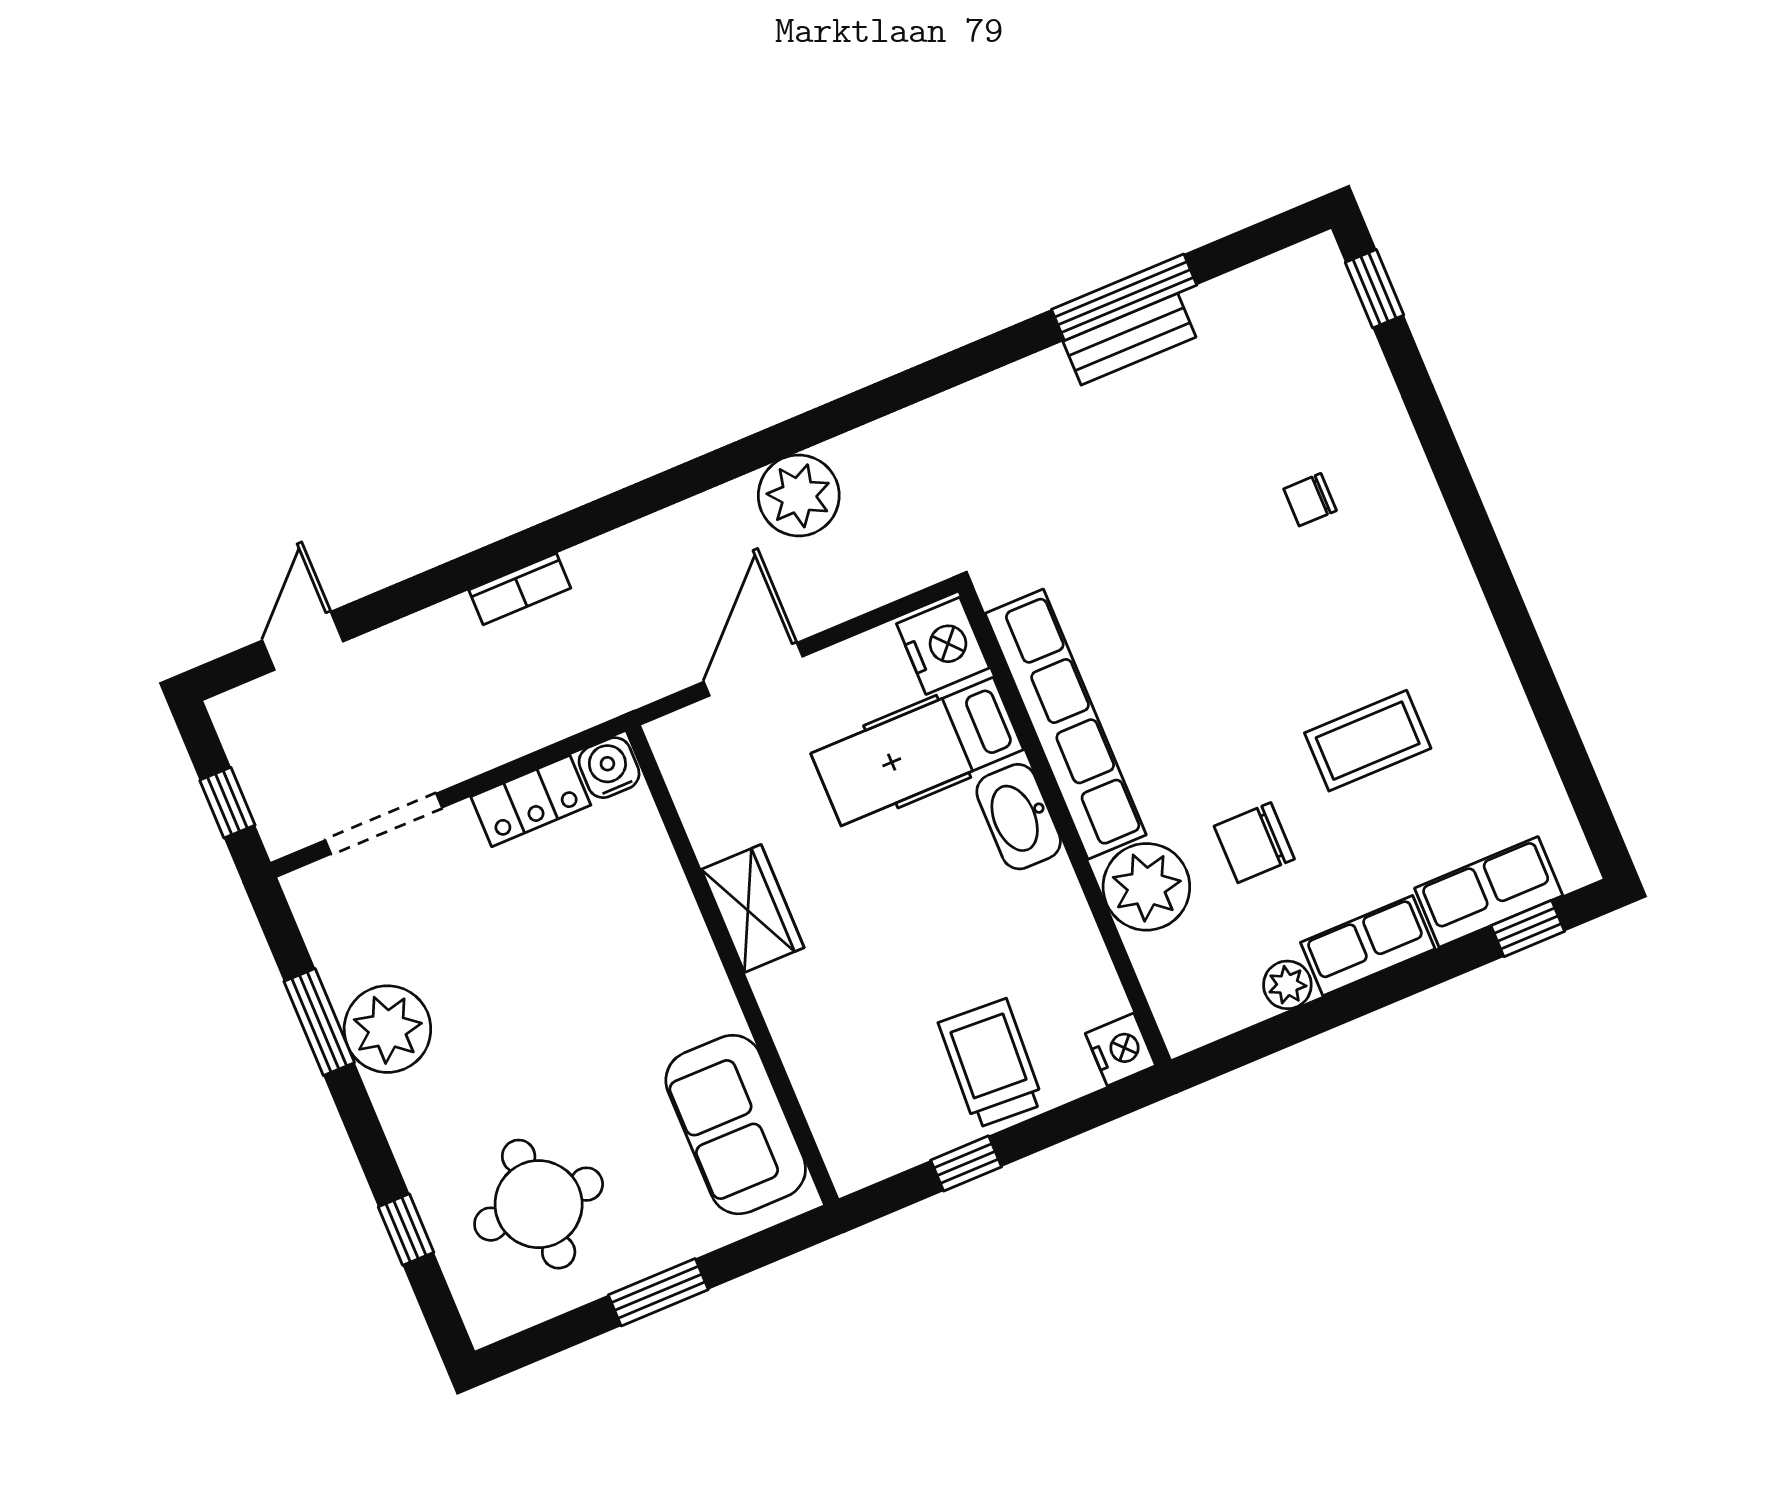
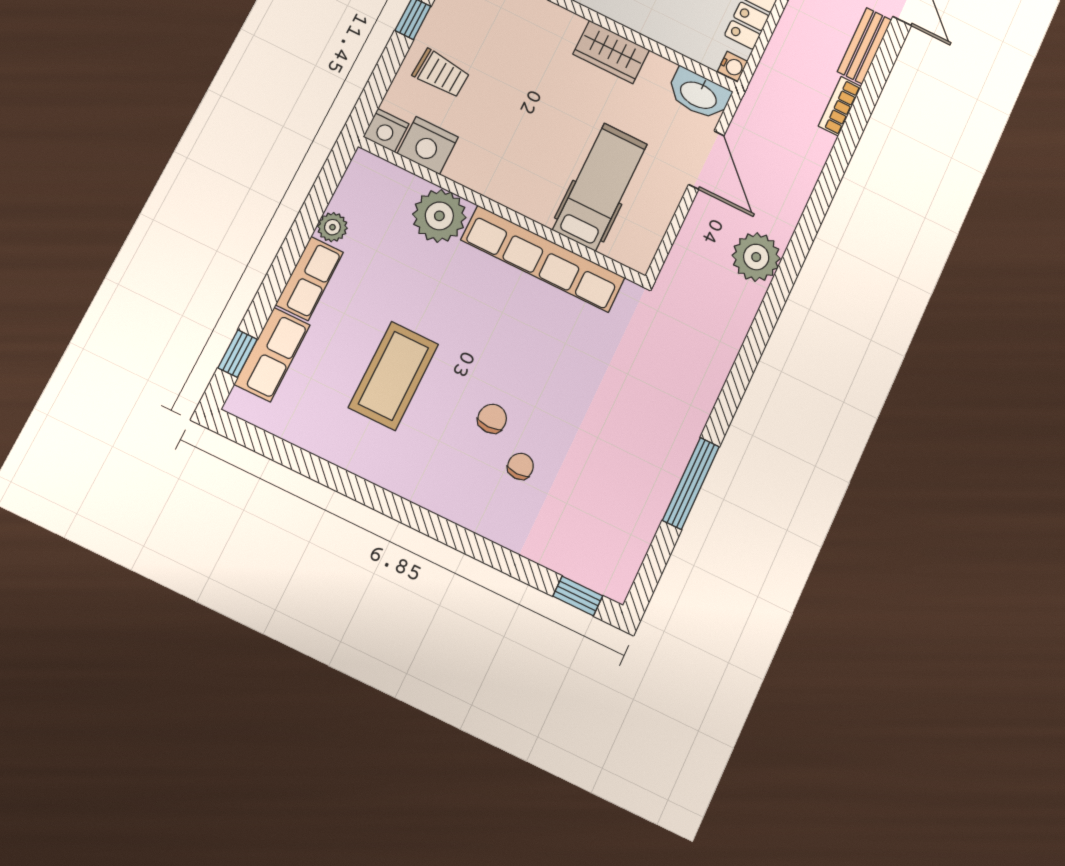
bench: (1129, 339) -> (865, 46), moved
nightstand: (943, 646) -> (428, 145), moved
coffee table: (1368, 741) -> (393, 376), width x1.36, depth x1.32
water cooler: (609, 768) -> (733, 66), width x0.72, depth x0.72
washbasin: (1019, 817) -> (699, 94), moved, turned 180
chair: (1254, 843) -> (492, 419), moved, width x0.73, depth x0.73
trolley: (991, 1063) -> (441, 73), width x0.73, depth x0.72

